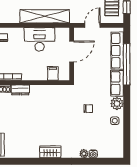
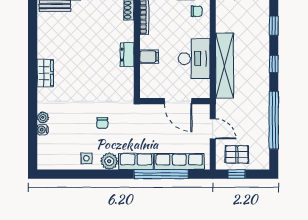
filing cabinet: (53, 73) -> (149, 57), moved
dresser: (20, 90) -> (127, 55), moved

